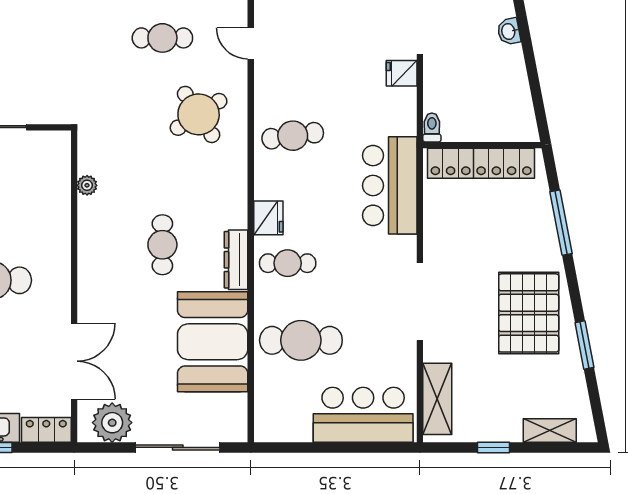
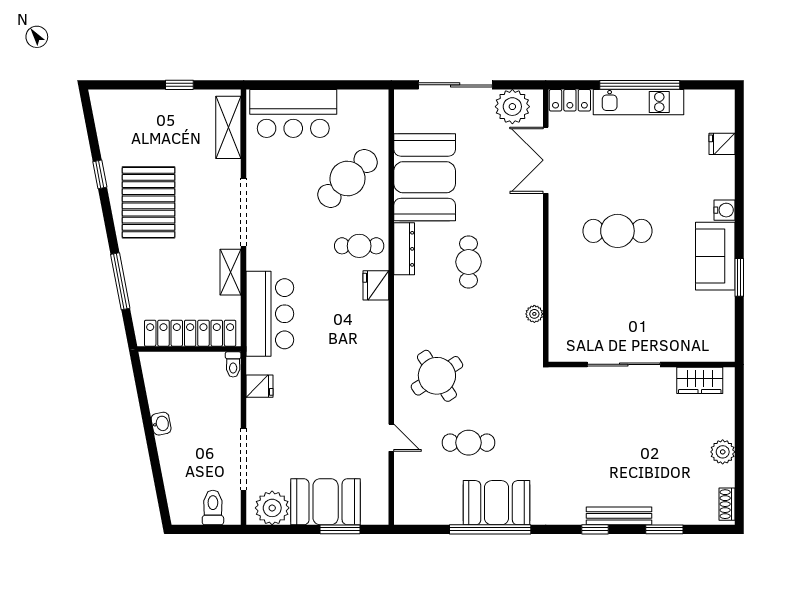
washbasin: (509, 31) -> (161, 424), moved
fridge: (402, 73) -> (260, 386), moved
cafe table: (293, 136) -> (355, 357), removed
cafe table: (301, 340) -> (348, 179), turned -44
window: (584, 345) -> (100, 174), width x0.67
shelving: (550, 431) -> (231, 272), moved, turned 90

